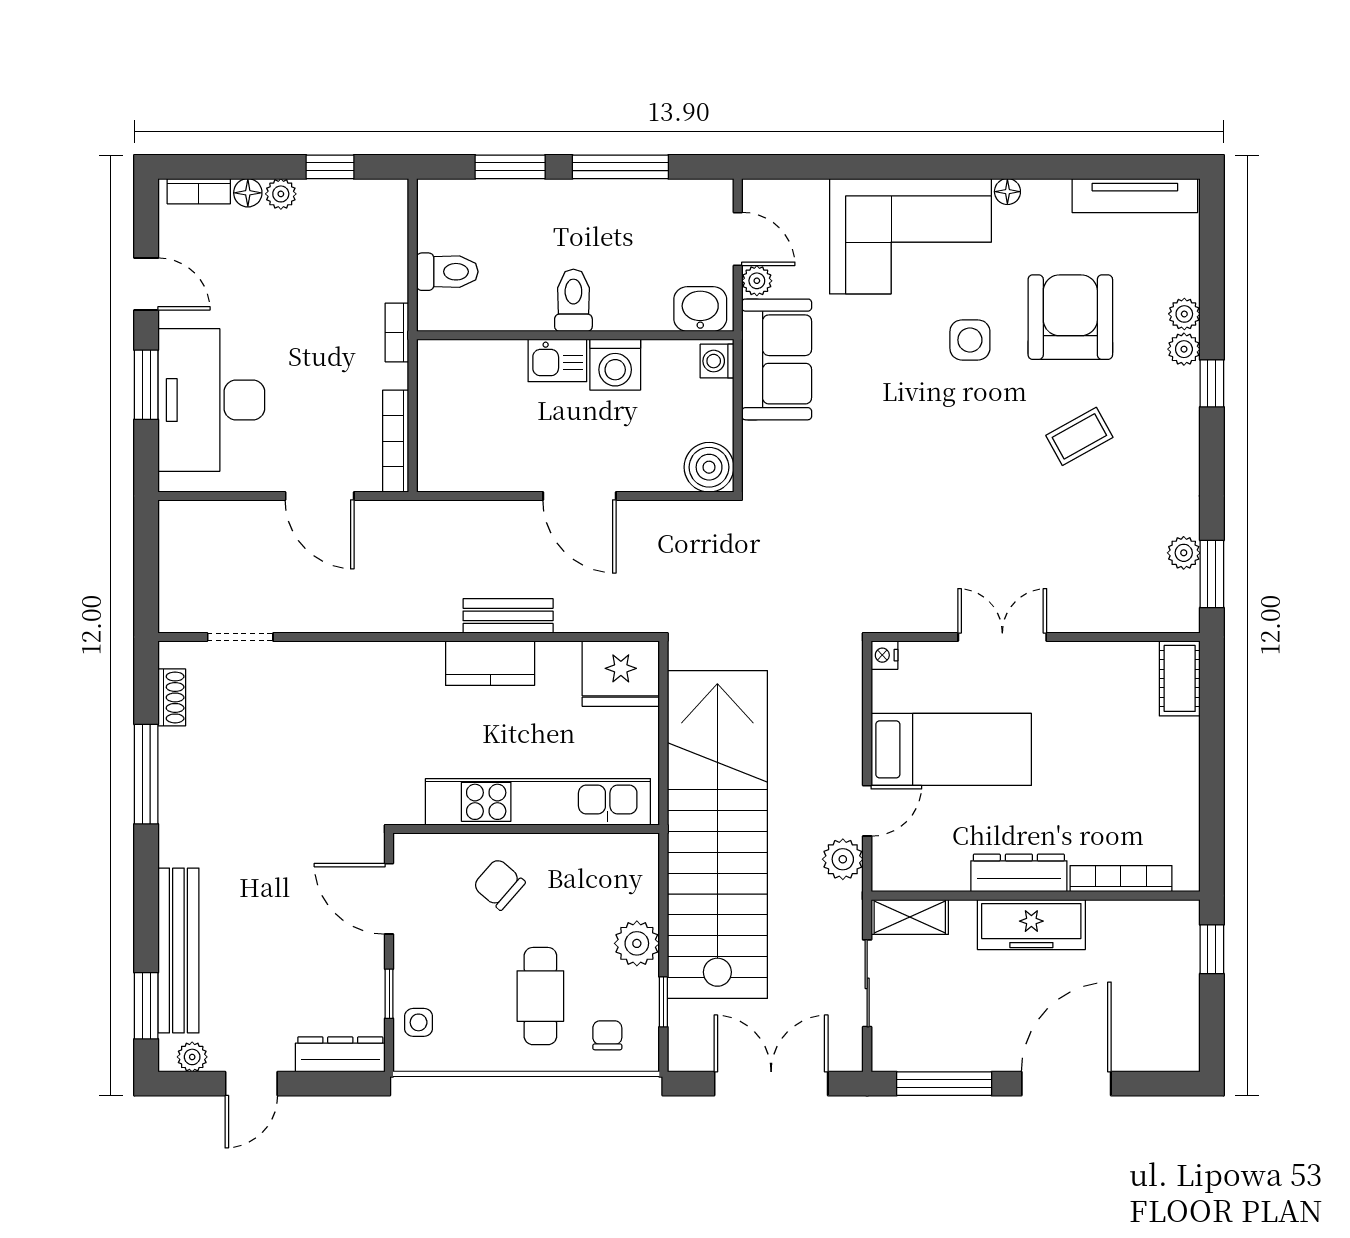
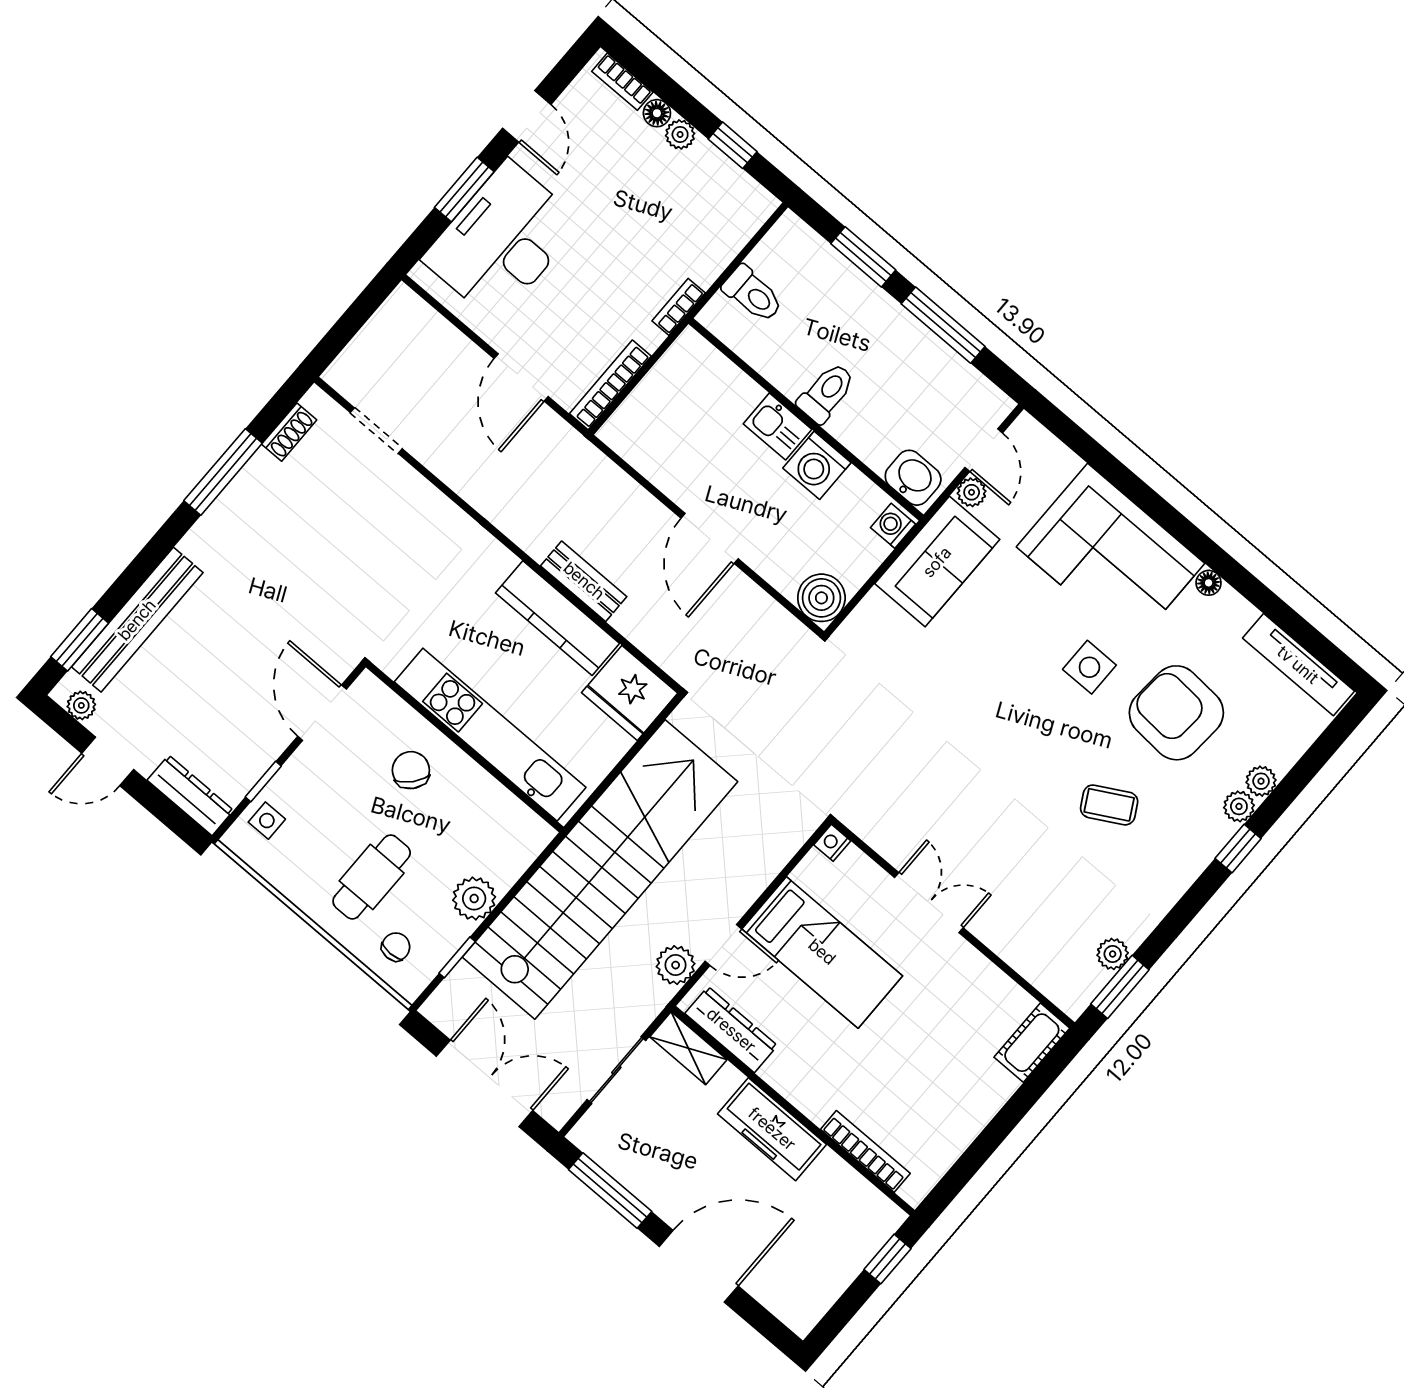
armchair: (1070, 317) -> (1176, 713), turned -86
kitchen counter: (490, 663) -> (557, 618), width x1.50
dresser: (1019, 873) -> (731, 1030), moved

